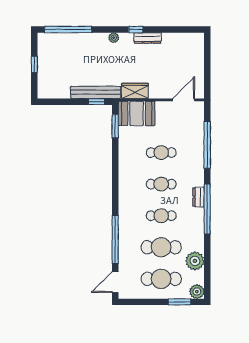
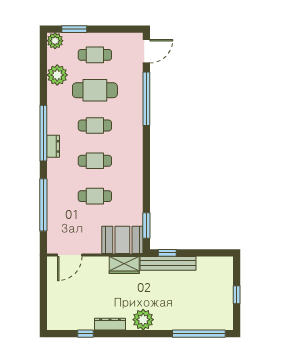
window: (136, 30) -> (85, 334), moved
plant: (114, 38) -> (143, 320), width x1.87, depth x1.87
cafe table: (161, 279) -> (95, 55), width x0.73, depth x0.74

